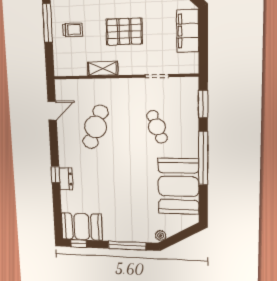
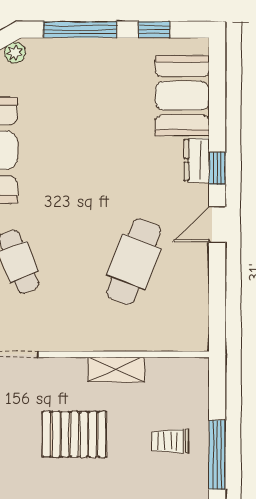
door: (52, 111) -> (217, 224), moved
booth: (82, 227) -> (182, 96), moved, turned 90
window: (79, 243) -> (154, 30), moved

